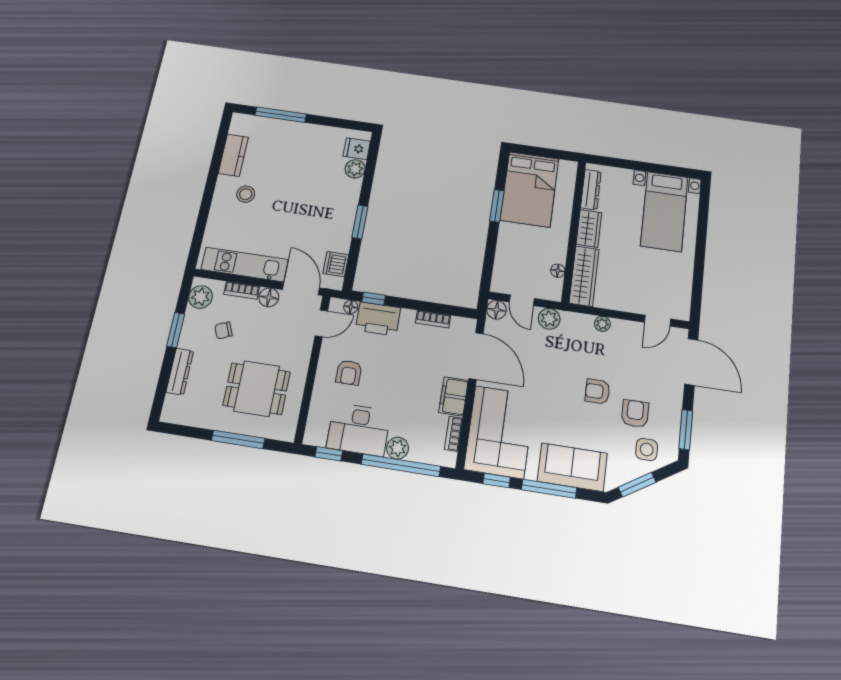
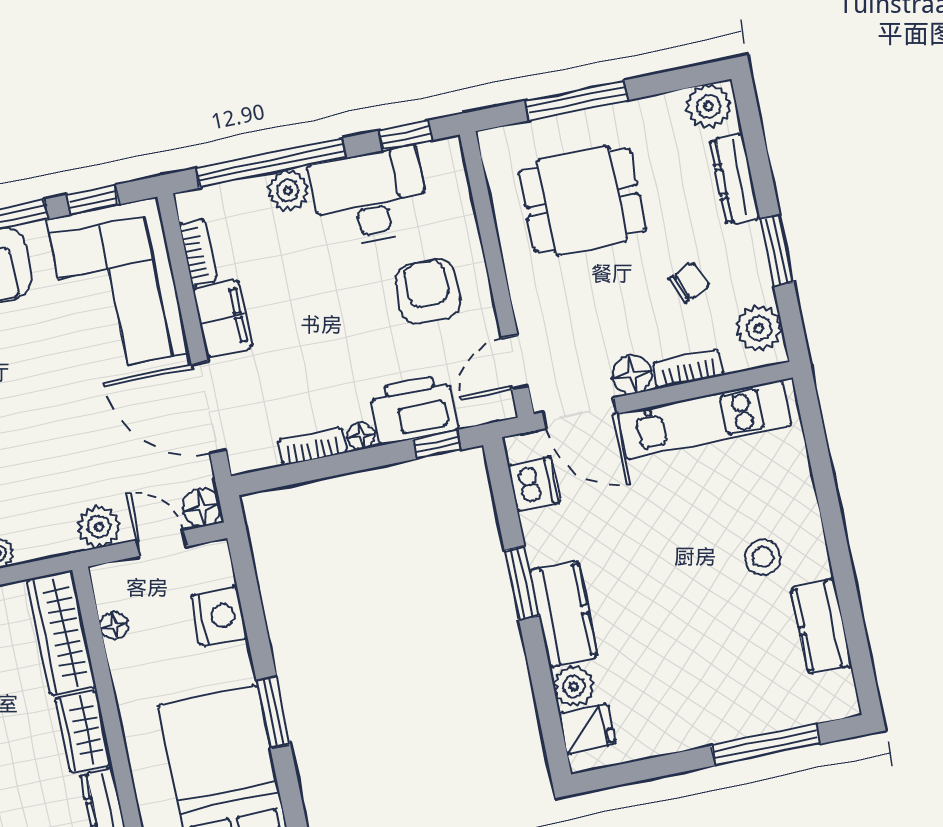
kitchen counter: (347, 202) -> (563, 614), added
nightstand: (506, 257) -> (219, 617), added
floor lamp: (351, 307) -> (361, 436), moved
armchair: (349, 373) -> (428, 291), width x1.38, depth x1.38
plant: (176, 412) -> (709, 106), added

